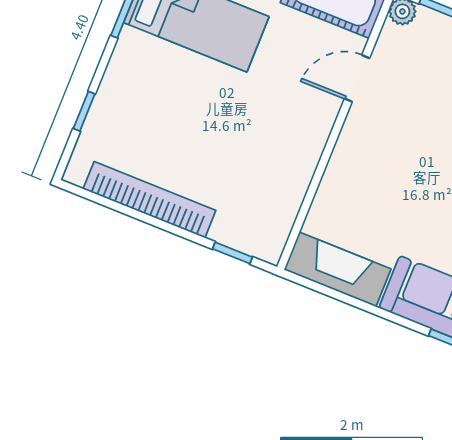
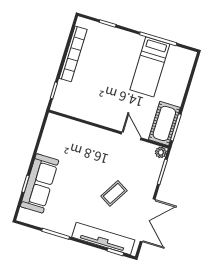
fireplace: (338, 269) -> (51, 135), removed

